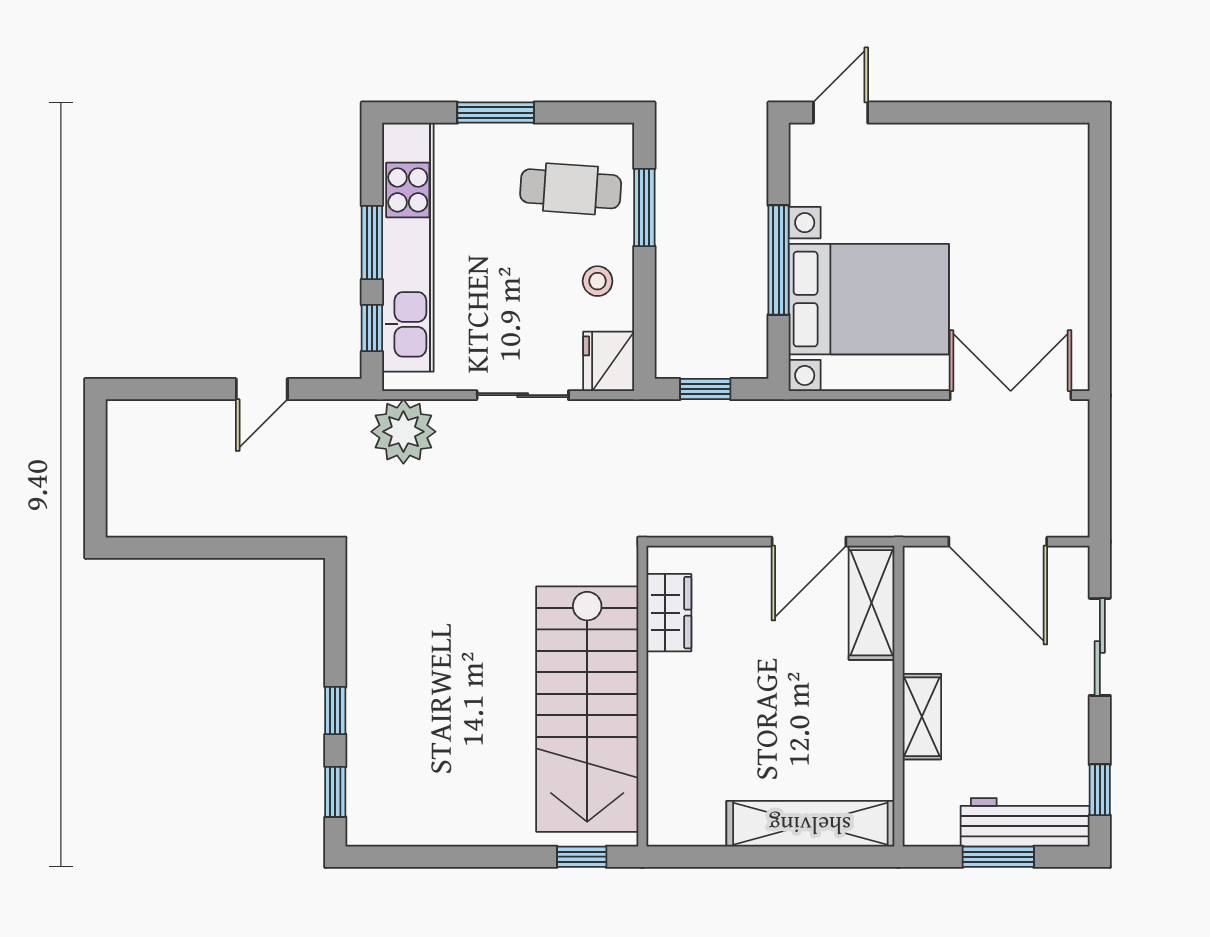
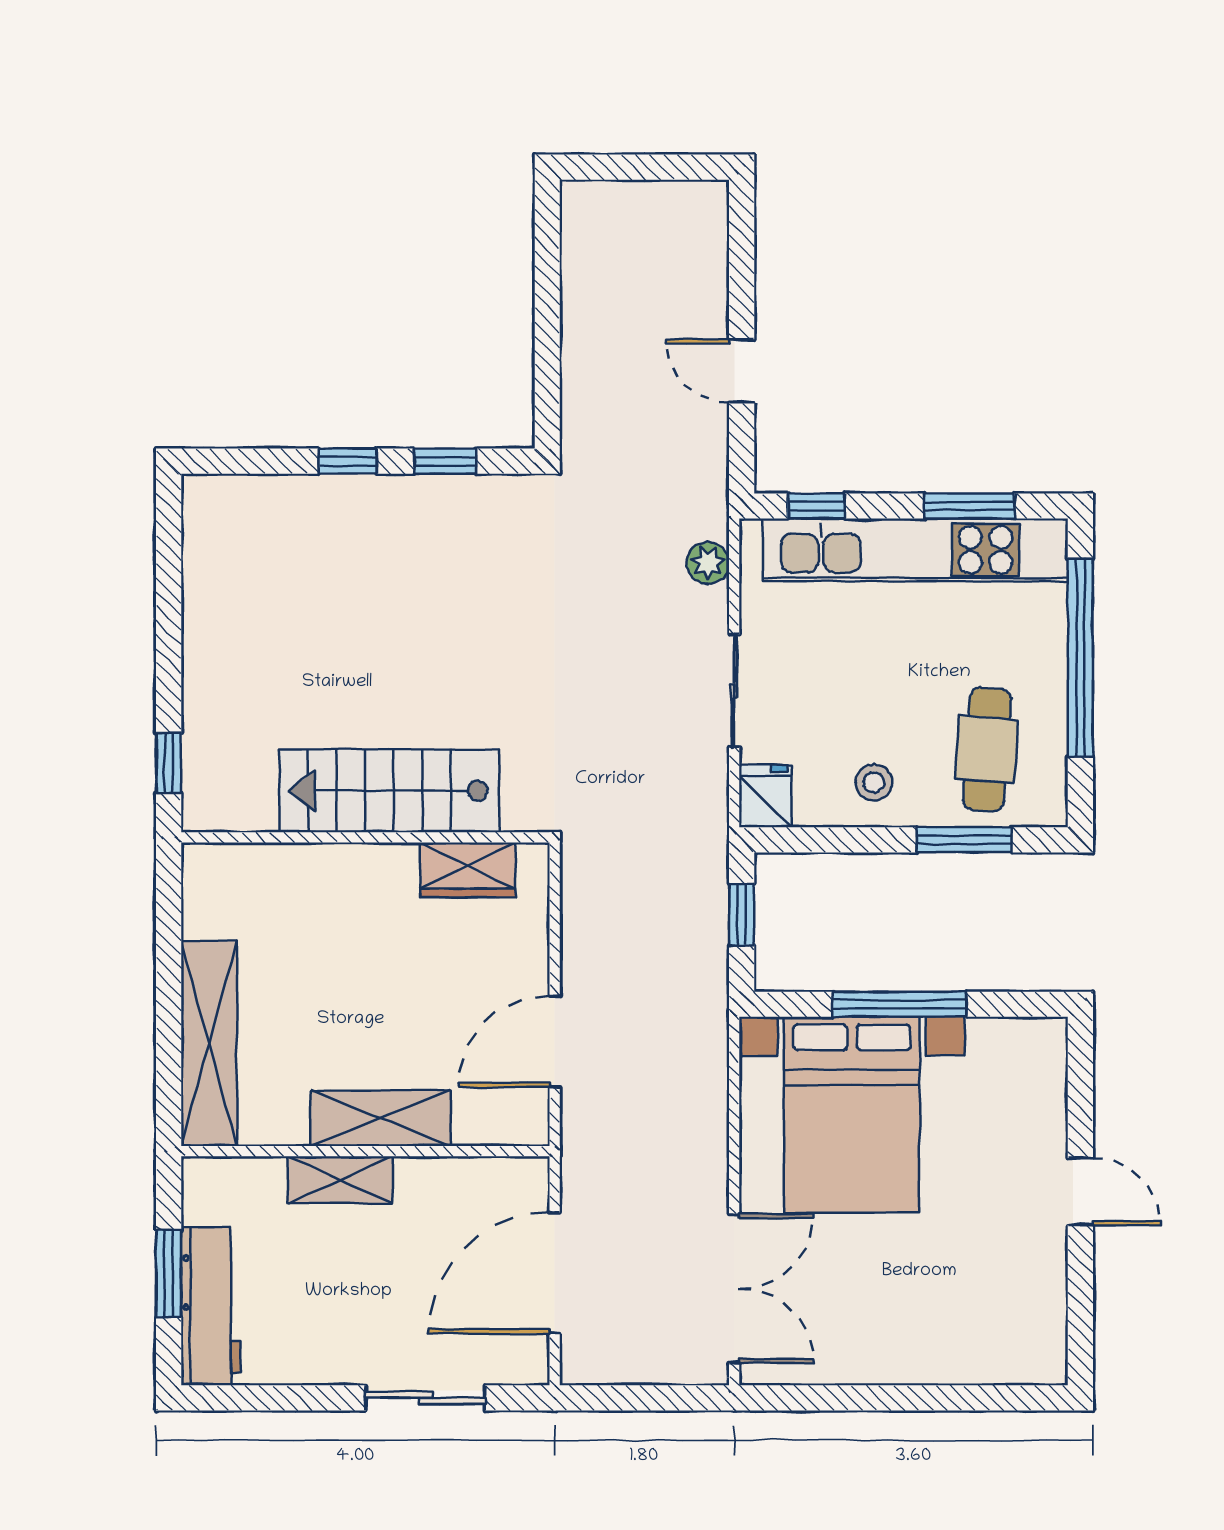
window: (496, 113) -> (1080, 658), width x2.11
door: (841, 113) -> (1080, 1191), moved
window: (372, 243) -> (969, 506), moved
fridge: (609, 361) -> (765, 796), width x0.72
plant: (403, 432) -> (708, 563), width x0.53, depth x0.53
door: (809, 542) -> (555, 1041), hinge flipped
shelving: (872, 603) -> (381, 1118), moved
stairs: (587, 709) -> (389, 791), width x0.73, depth x0.66
window: (1100, 790) -> (251, 1398), removed
window: (335, 792) -> (445, 461), moved

